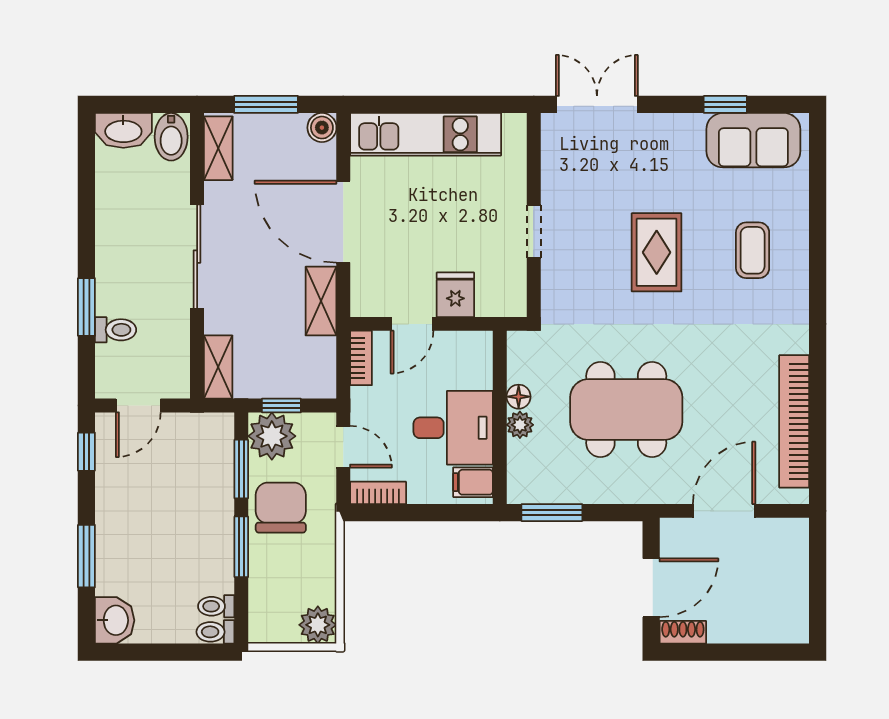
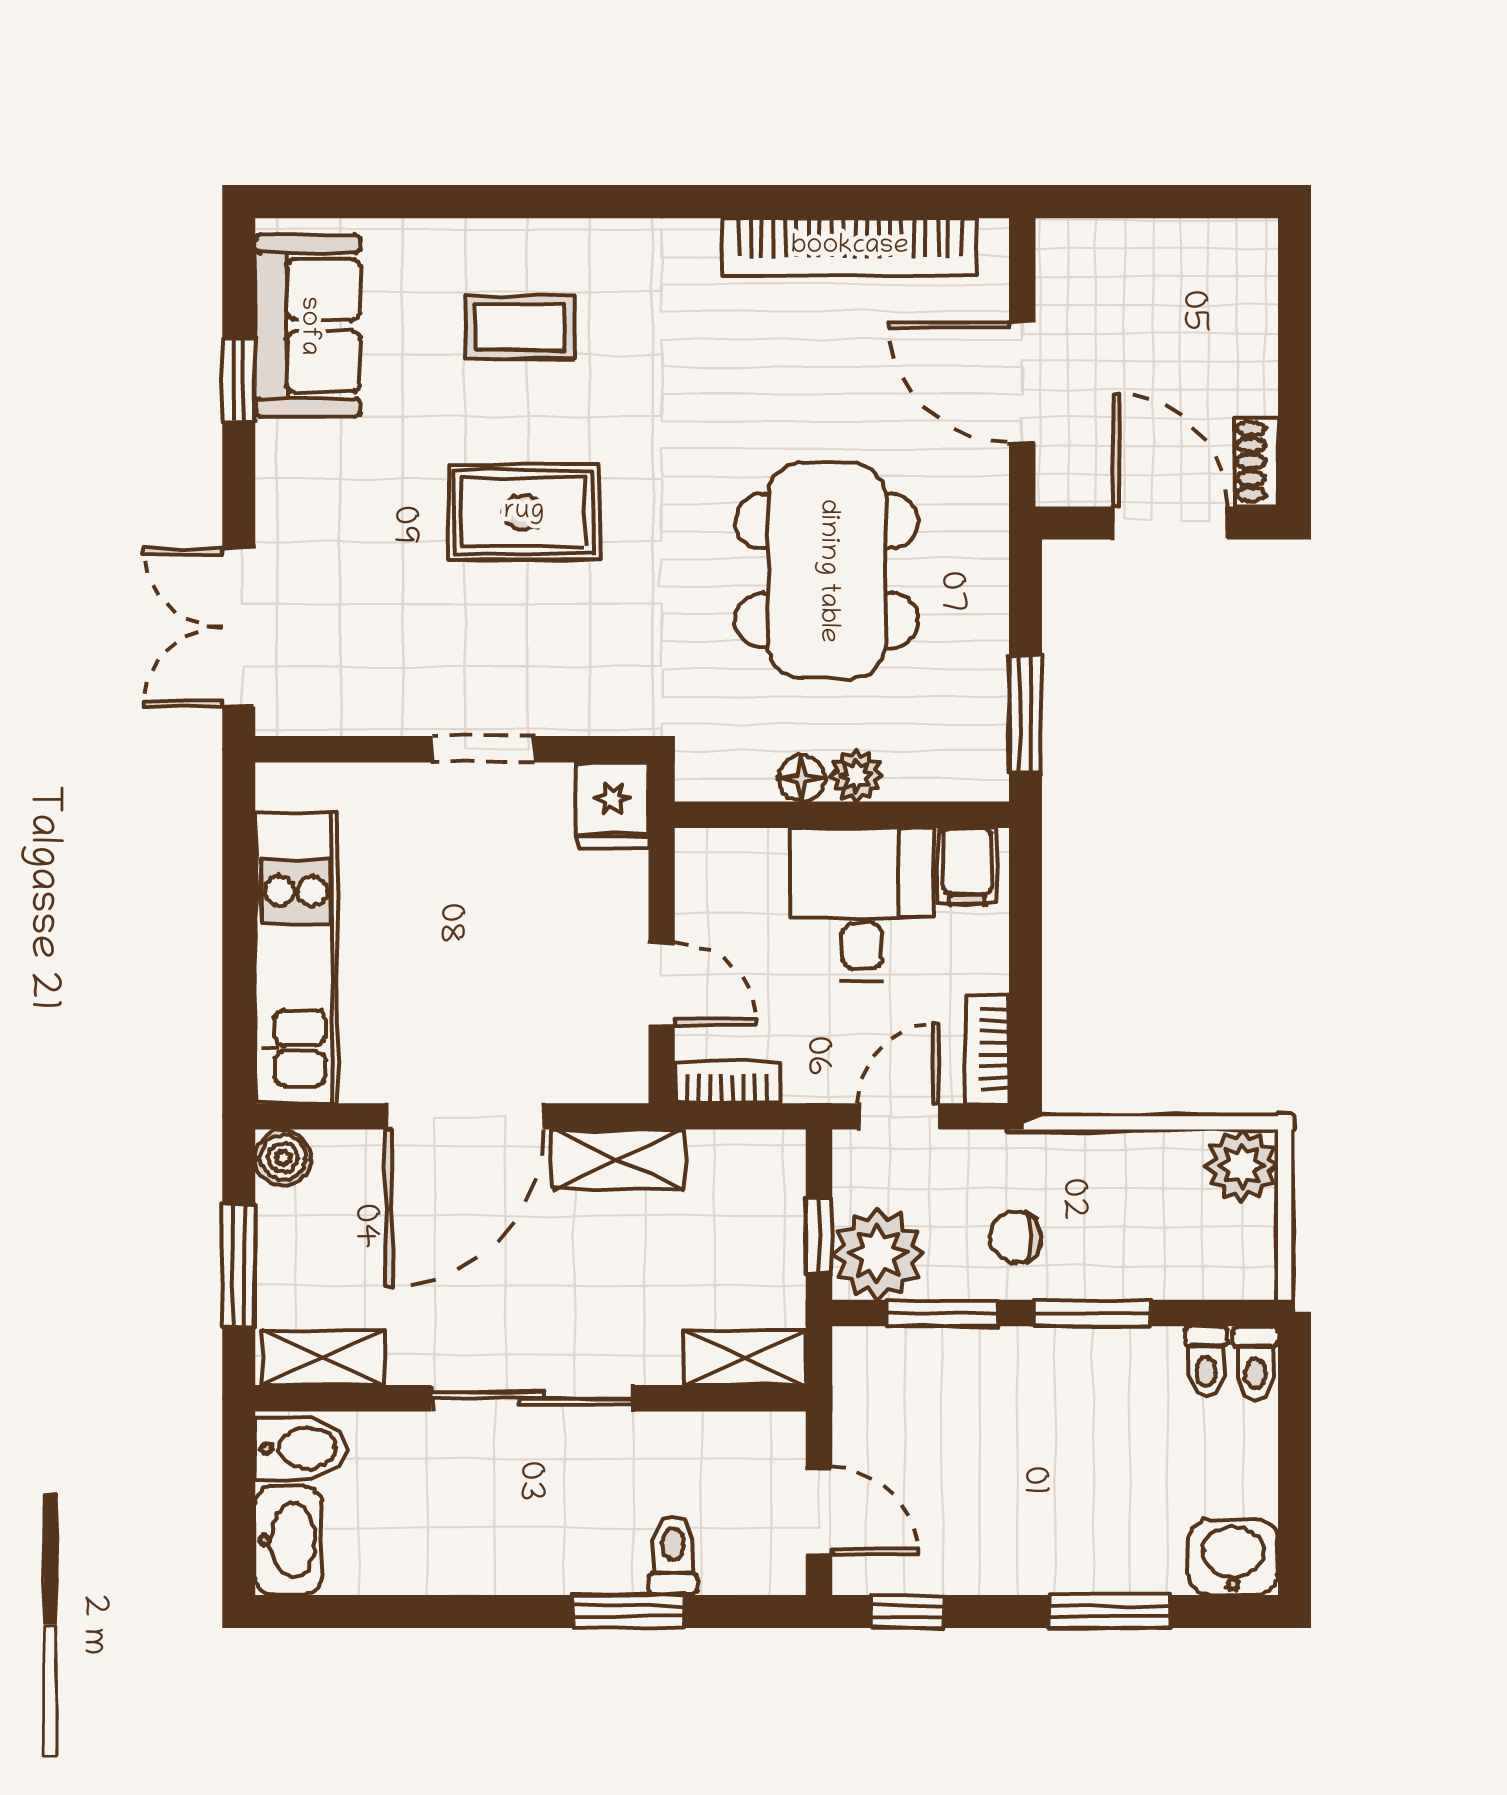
fridge: (455, 295) -> (612, 805), moved, turned -90
chair: (281, 508) -> (1016, 1237), width x0.54, depth x0.54

